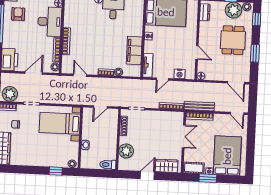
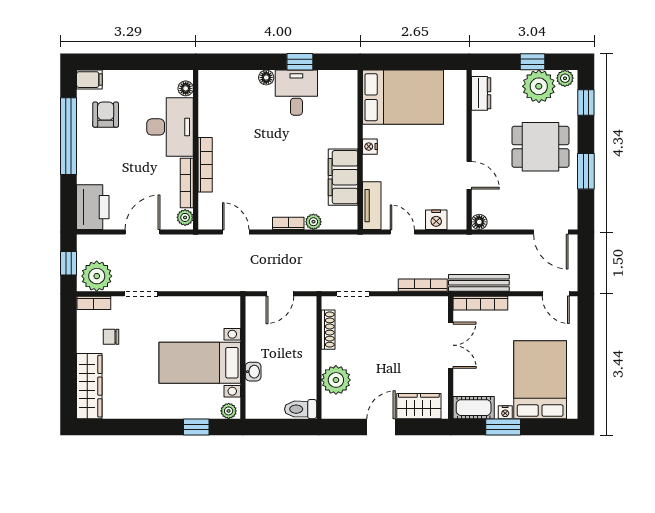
dining table: (233, 40) -> (540, 147), turned 90
door: (162, 79) -> (402, 232), swing flipped
bed with nightstands: (60, 123) -> (200, 363), moved

